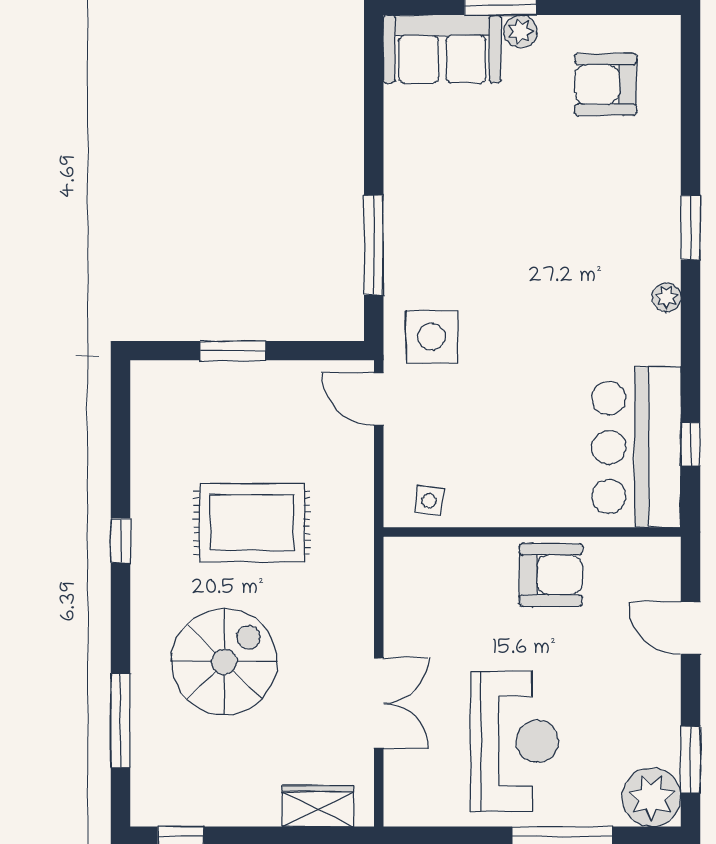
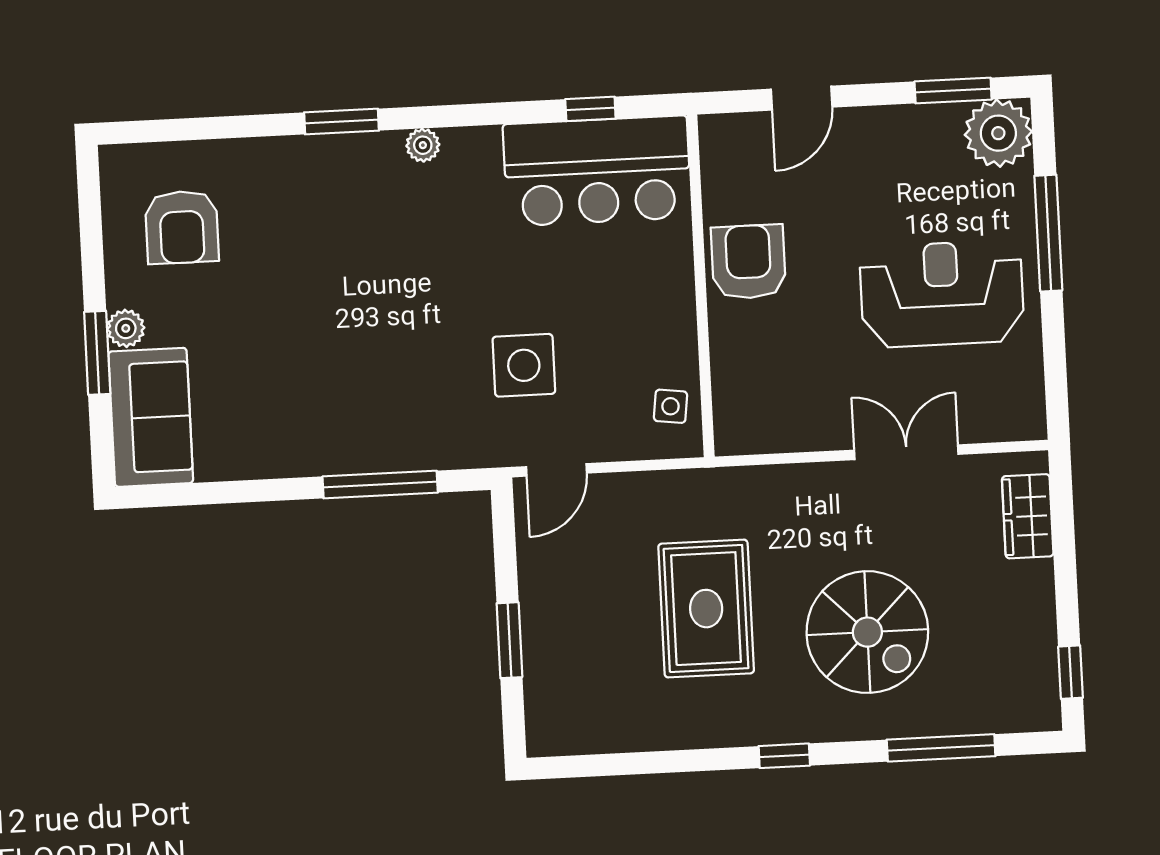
side table: (432, 337) -> (524, 365), moved
window: (121, 541) -> (784, 756), moved
spiral stairs: (224, 662) -> (867, 632), turned 180

